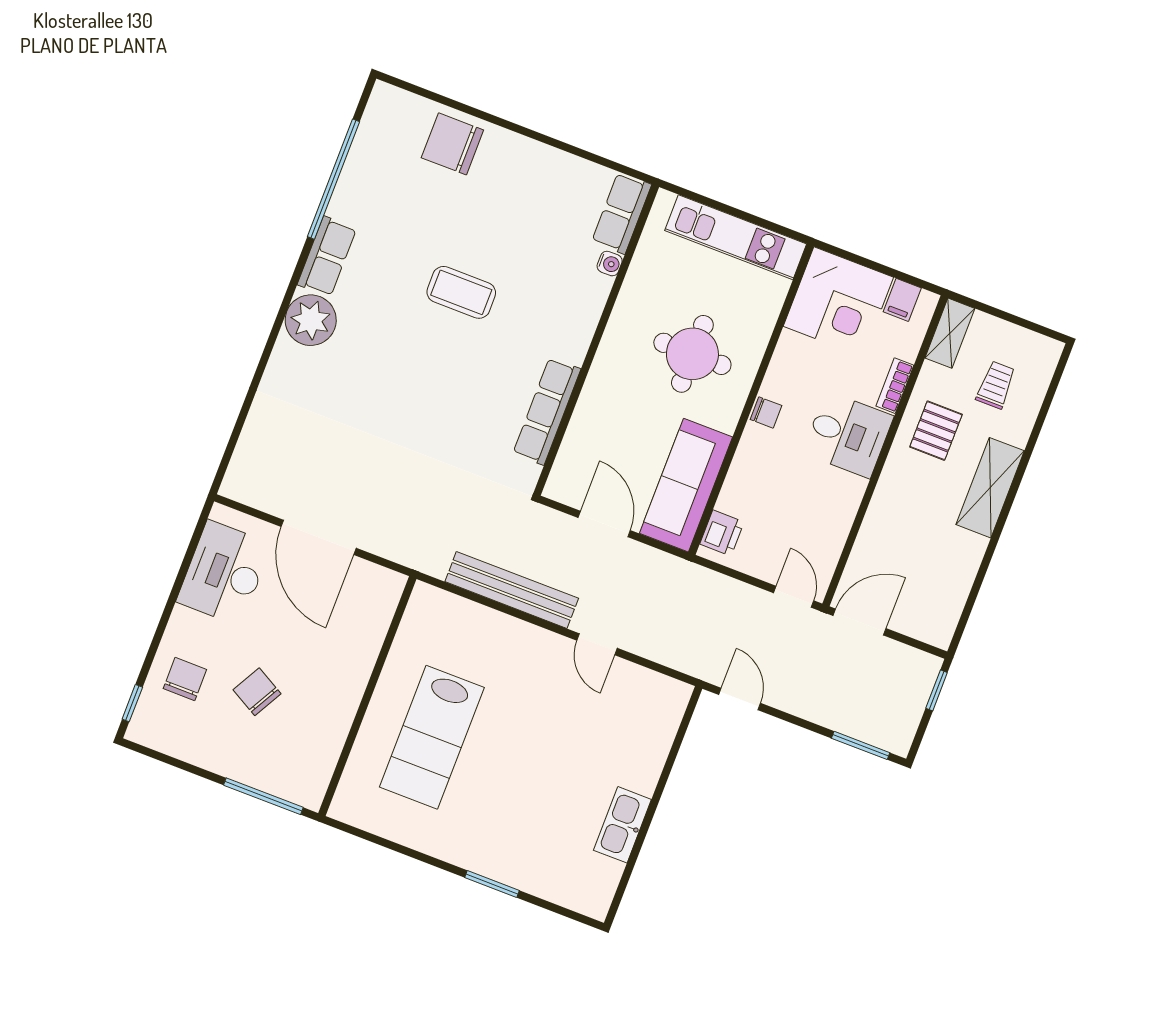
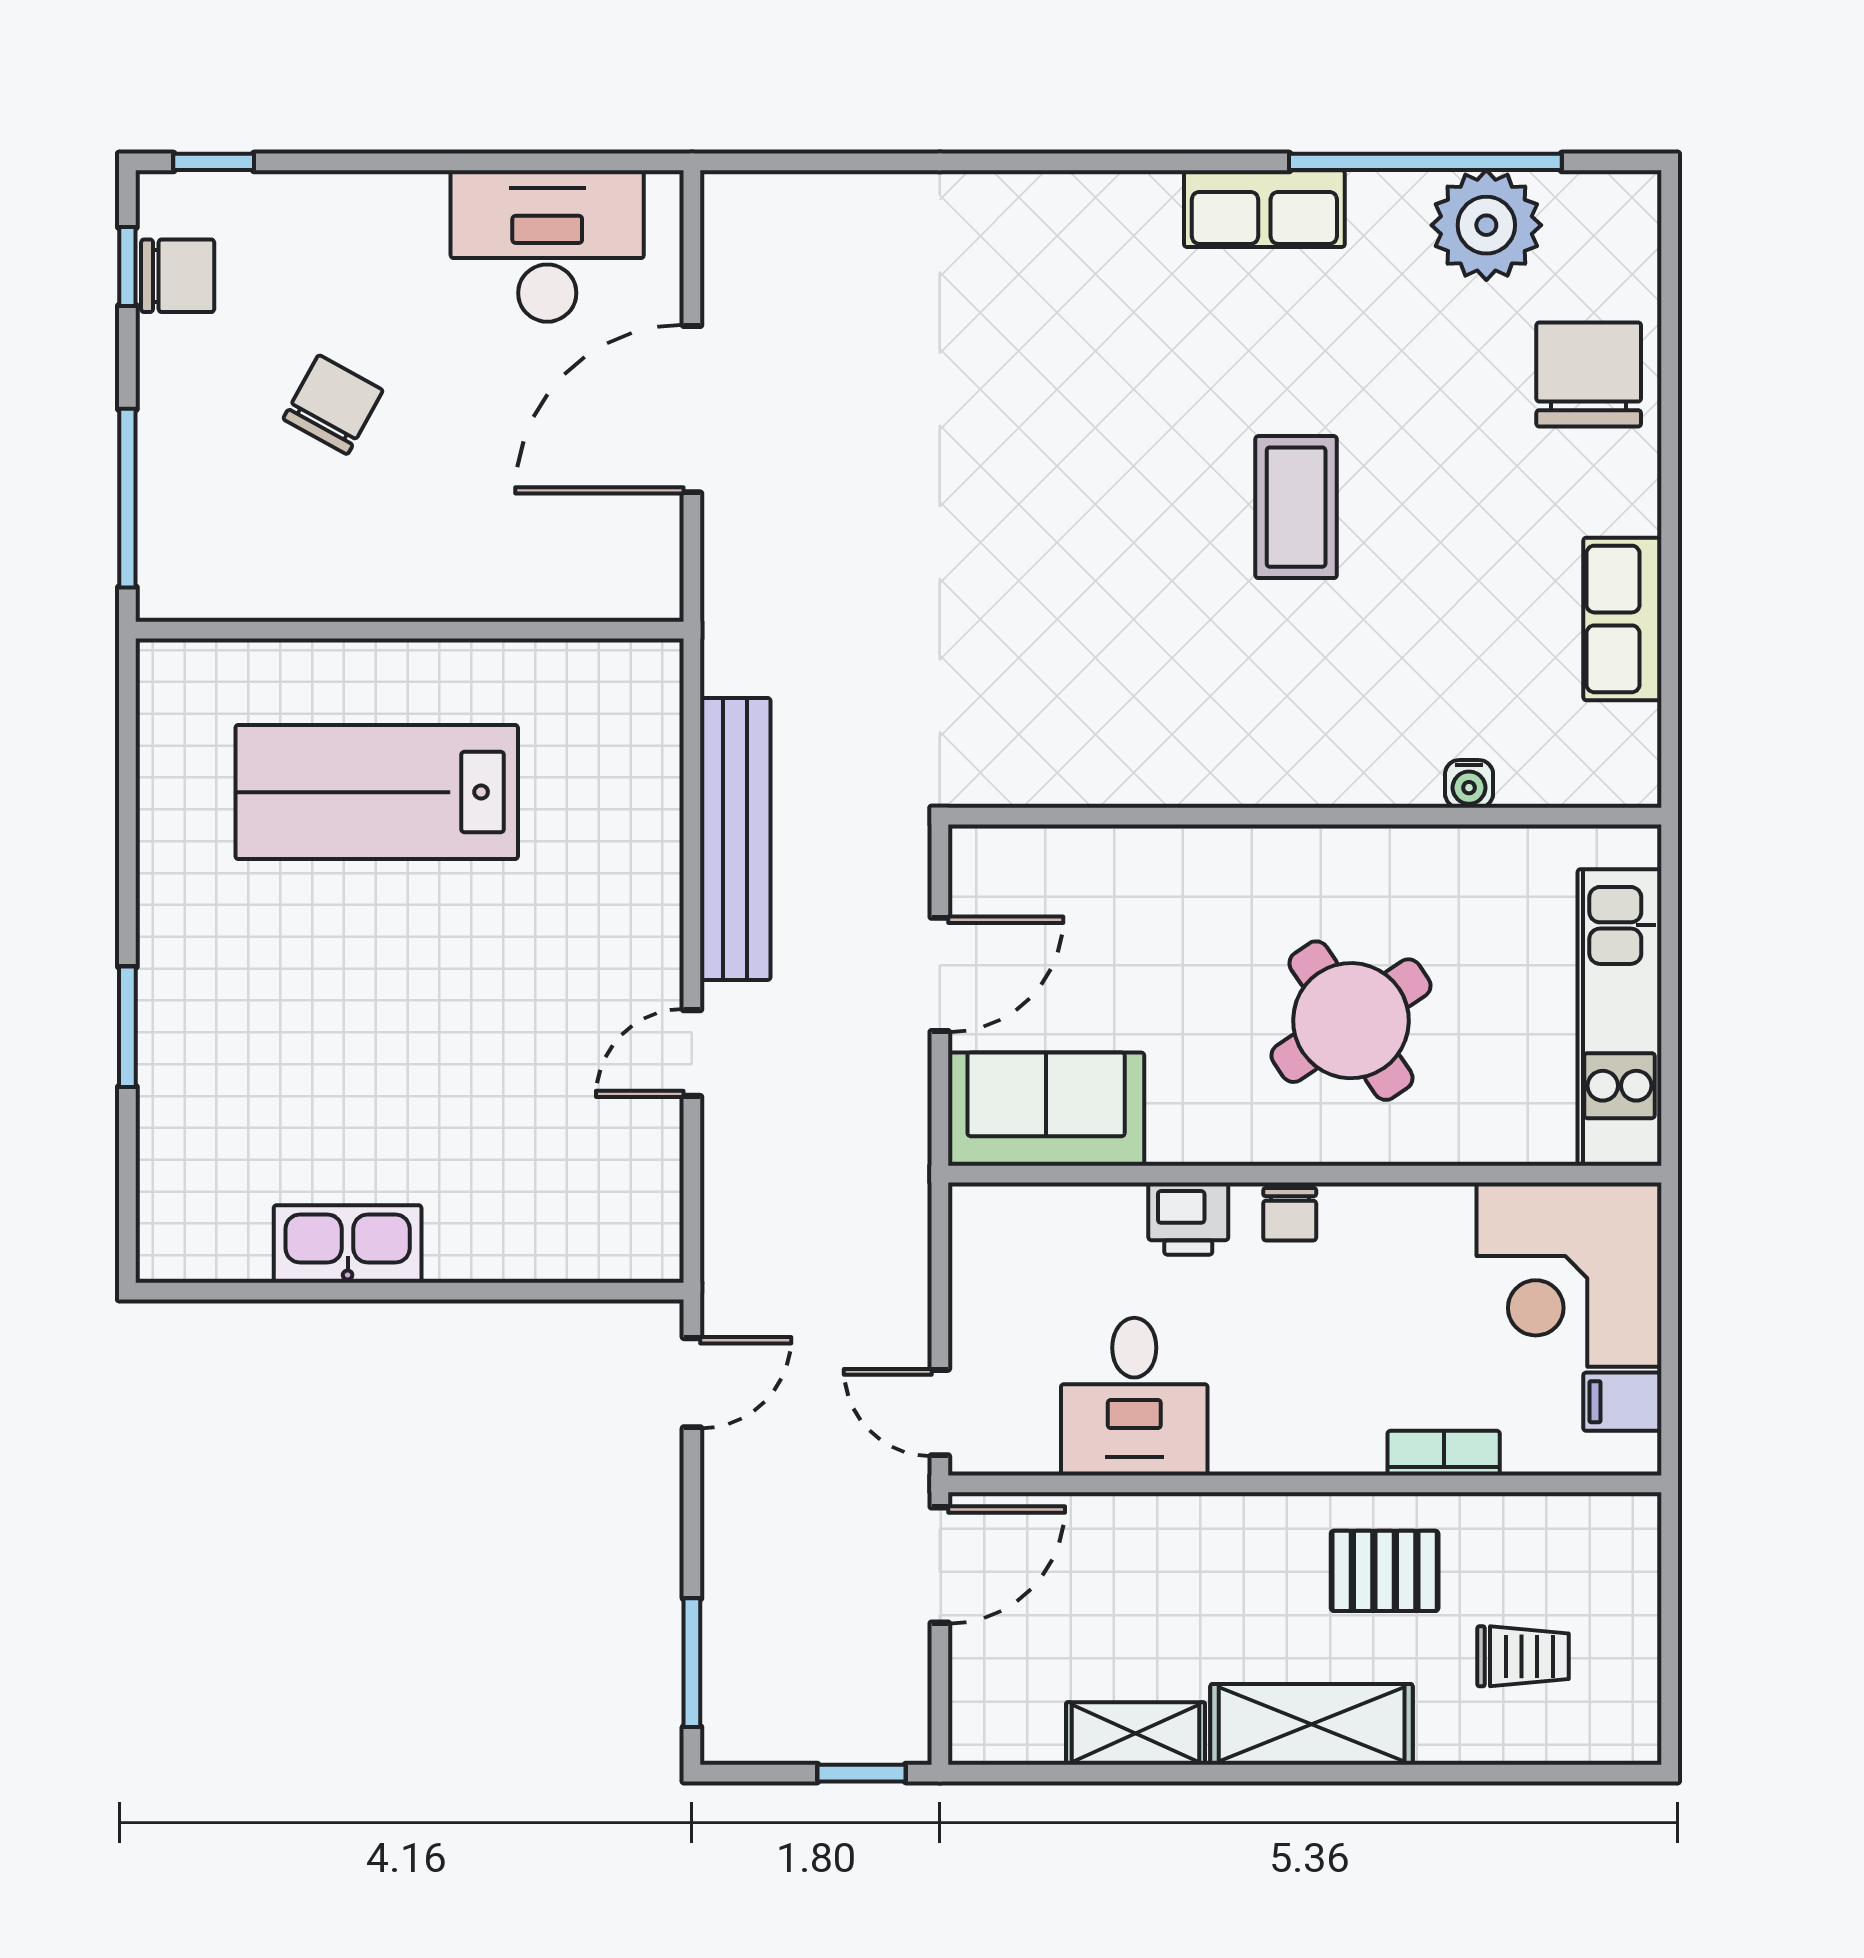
row of seats: (622, 213) -> (1622, 619), moved, turned -90
plant: (311, 320) -> (1486, 225), moved
shelving: (950, 333) -> (1135, 1733), moved
round table: (692, 354) -> (1351, 1021), turned -34
row of seats: (547, 411) -> (1123, 771), removed
desk: (848, 435) -> (1134, 1397), moved
sofa: (686, 485) -> (1046, 1109), width x0.73
printer: (722, 533) -> (1188, 1219), moved
door: (794, 597) -> (940, 1413), swing flipped
door: (860, 622) -> (940, 1565), hinge flipped
chair: (185, 679) -> (178, 276), moved
window: (163, 758) -> (127, 267), added

